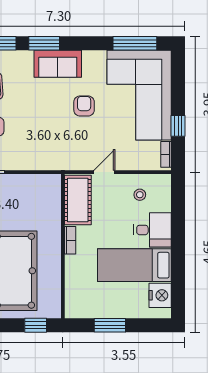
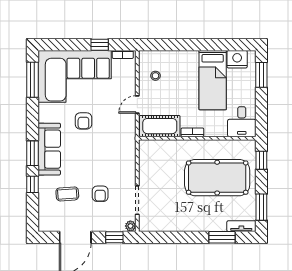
sofa: (58, 64) -> (49, 149), width x1.36
armchair: (84, 106) -> (83, 121), turned -90
door: (104, 172) -> (137, 104), hinge flipped
desk: (152, 230) -> (242, 122), moved, turned 180
window: (110, 325) -> (261, 75), moved

